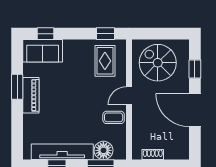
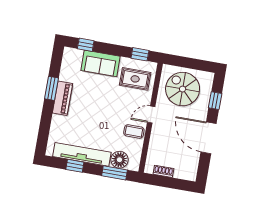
sofa: (43, 51) -> (101, 63), moved
rug: (105, 61) -> (135, 79), turned 90

